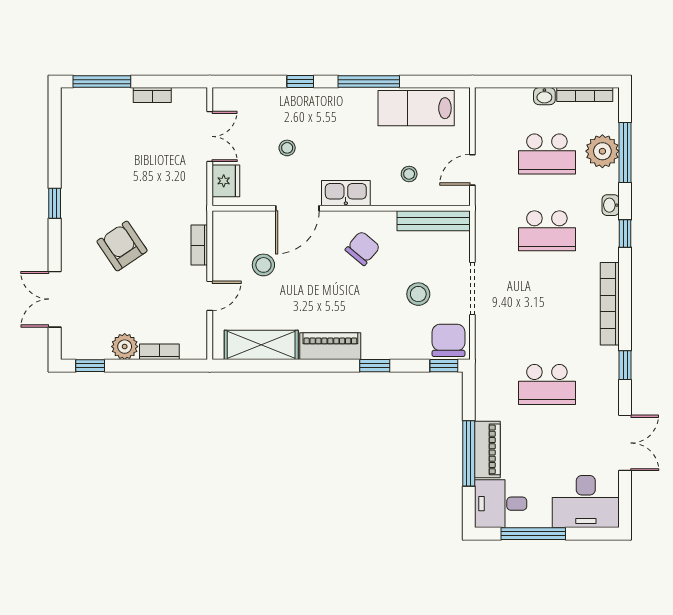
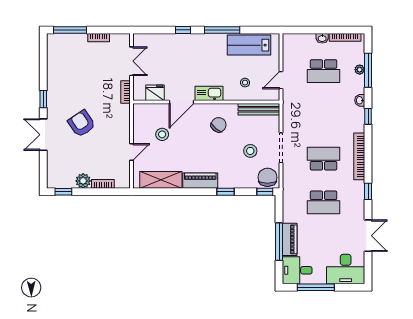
stool: (287, 148) -> (176, 68), removed
plant: (602, 151) -> (360, 70), width x0.53, depth x0.53
fridge: (226, 181) -> (155, 93), moved, turned -90
school desk: (547, 231) -> (324, 159), moved, turned 180
bookcase: (199, 245) -> (126, 92), moved
double door: (55, 299) -> (43, 135), moved

